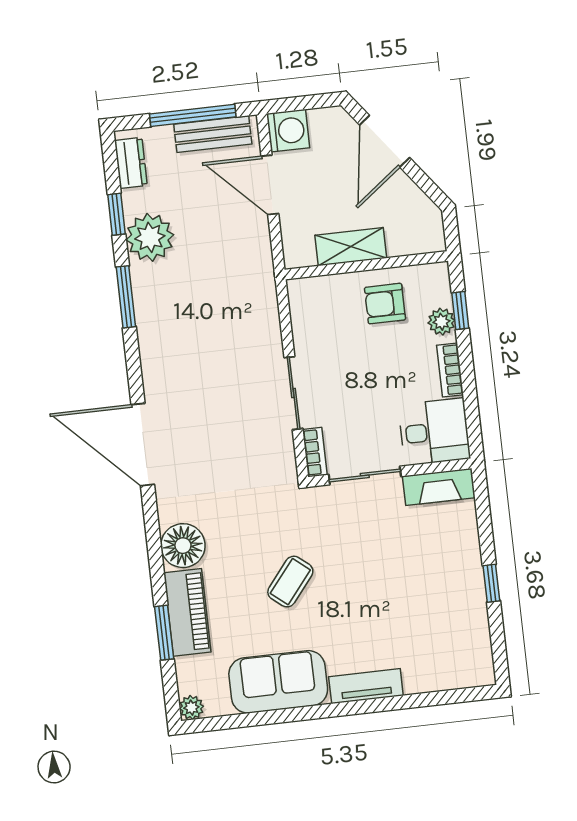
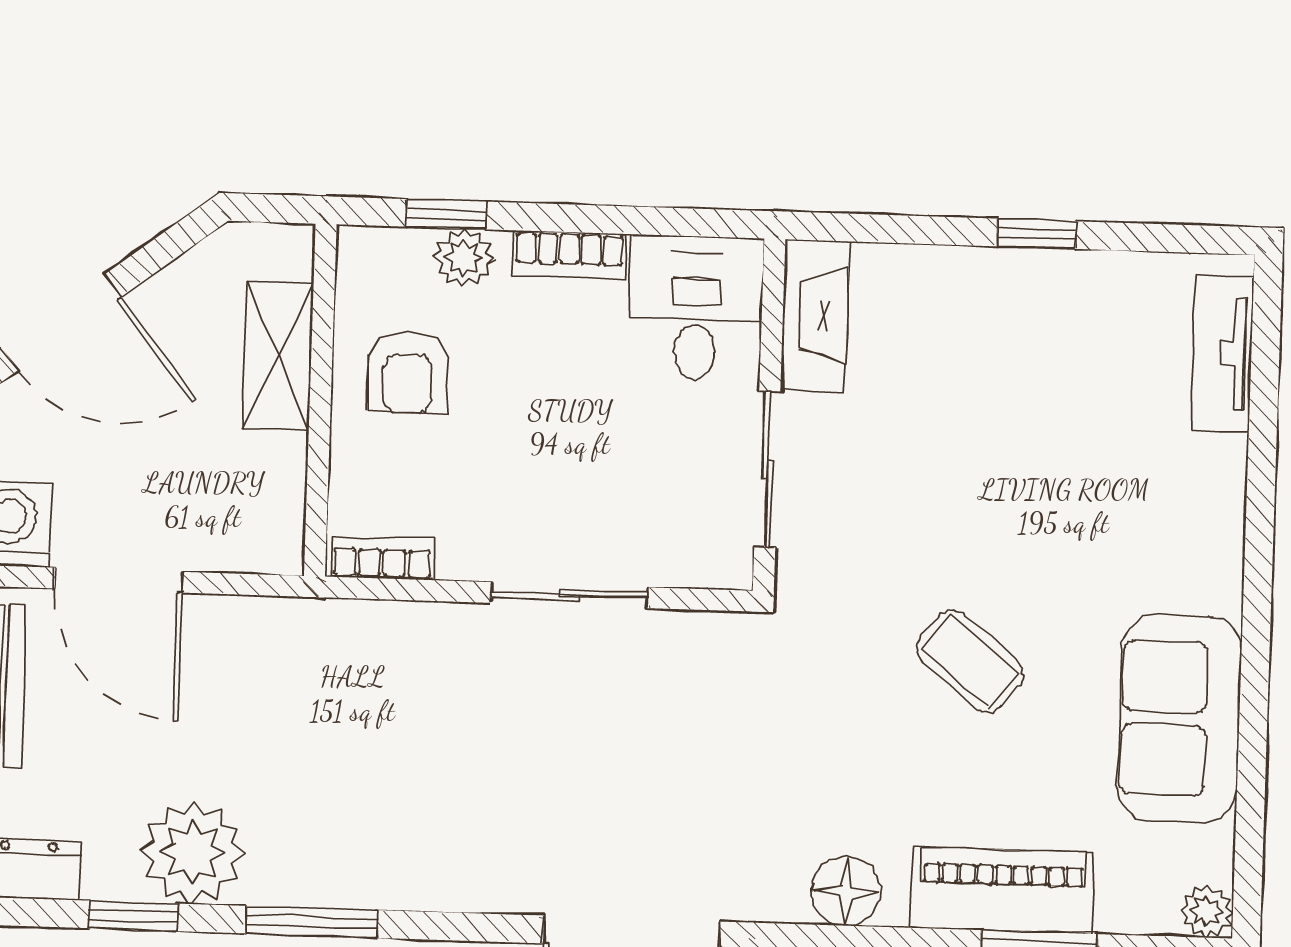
door: (270, 185) -> (119, 580), hinge flipped
shelving: (351, 247) -> (278, 356), moved
bookcase: (315, 452) -> (382, 558), moved
floor lamp: (183, 546) -> (846, 891), width x0.73, depth x0.73
tv unit: (366, 686) -> (1222, 354), moved

